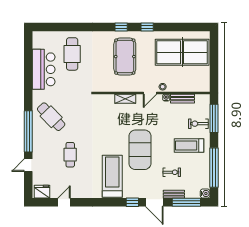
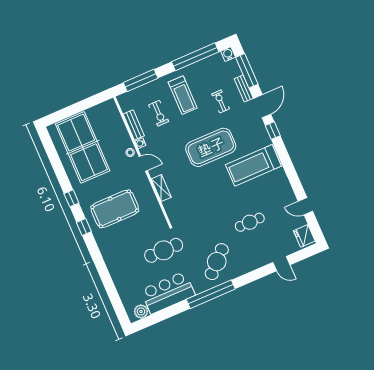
plant: (38, 43) -> (141, 311), added
cafe table: (72, 54) -> (164, 250), moved
exercise bike: (198, 124) -> (159, 113), moved
window: (28, 131) -> (211, 294), moved

